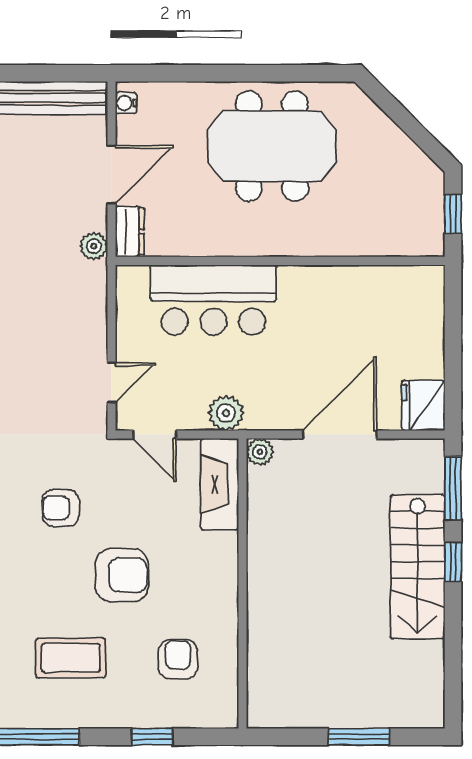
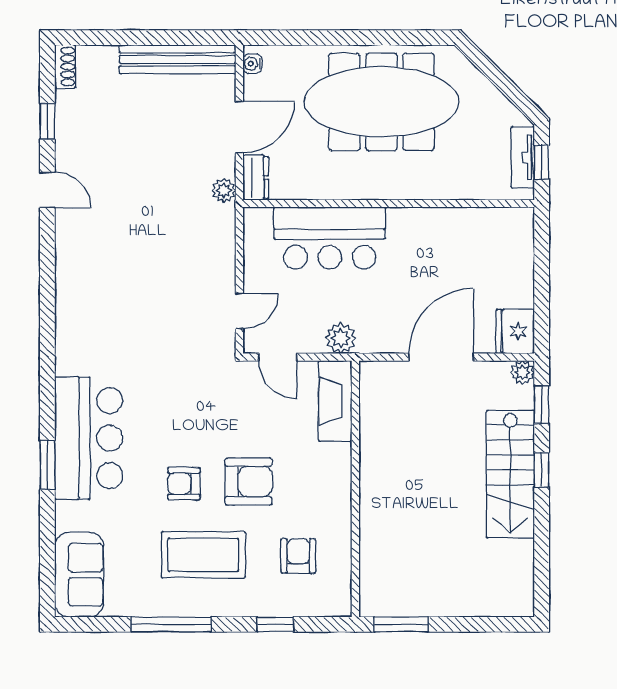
meeting table: (272, 146) -> (381, 102), width x1.36
tv unit: (432, 209) -> (523, 157), added
plant: (260, 452) -> (522, 372), moved
window: (453, 488) -> (542, 405), width x0.67
armchair: (61, 508) -> (184, 484), moved
coffee table: (71, 658) -> (203, 555), width x1.36, depth x1.32
window: (359, 737) -> (401, 624), moved

